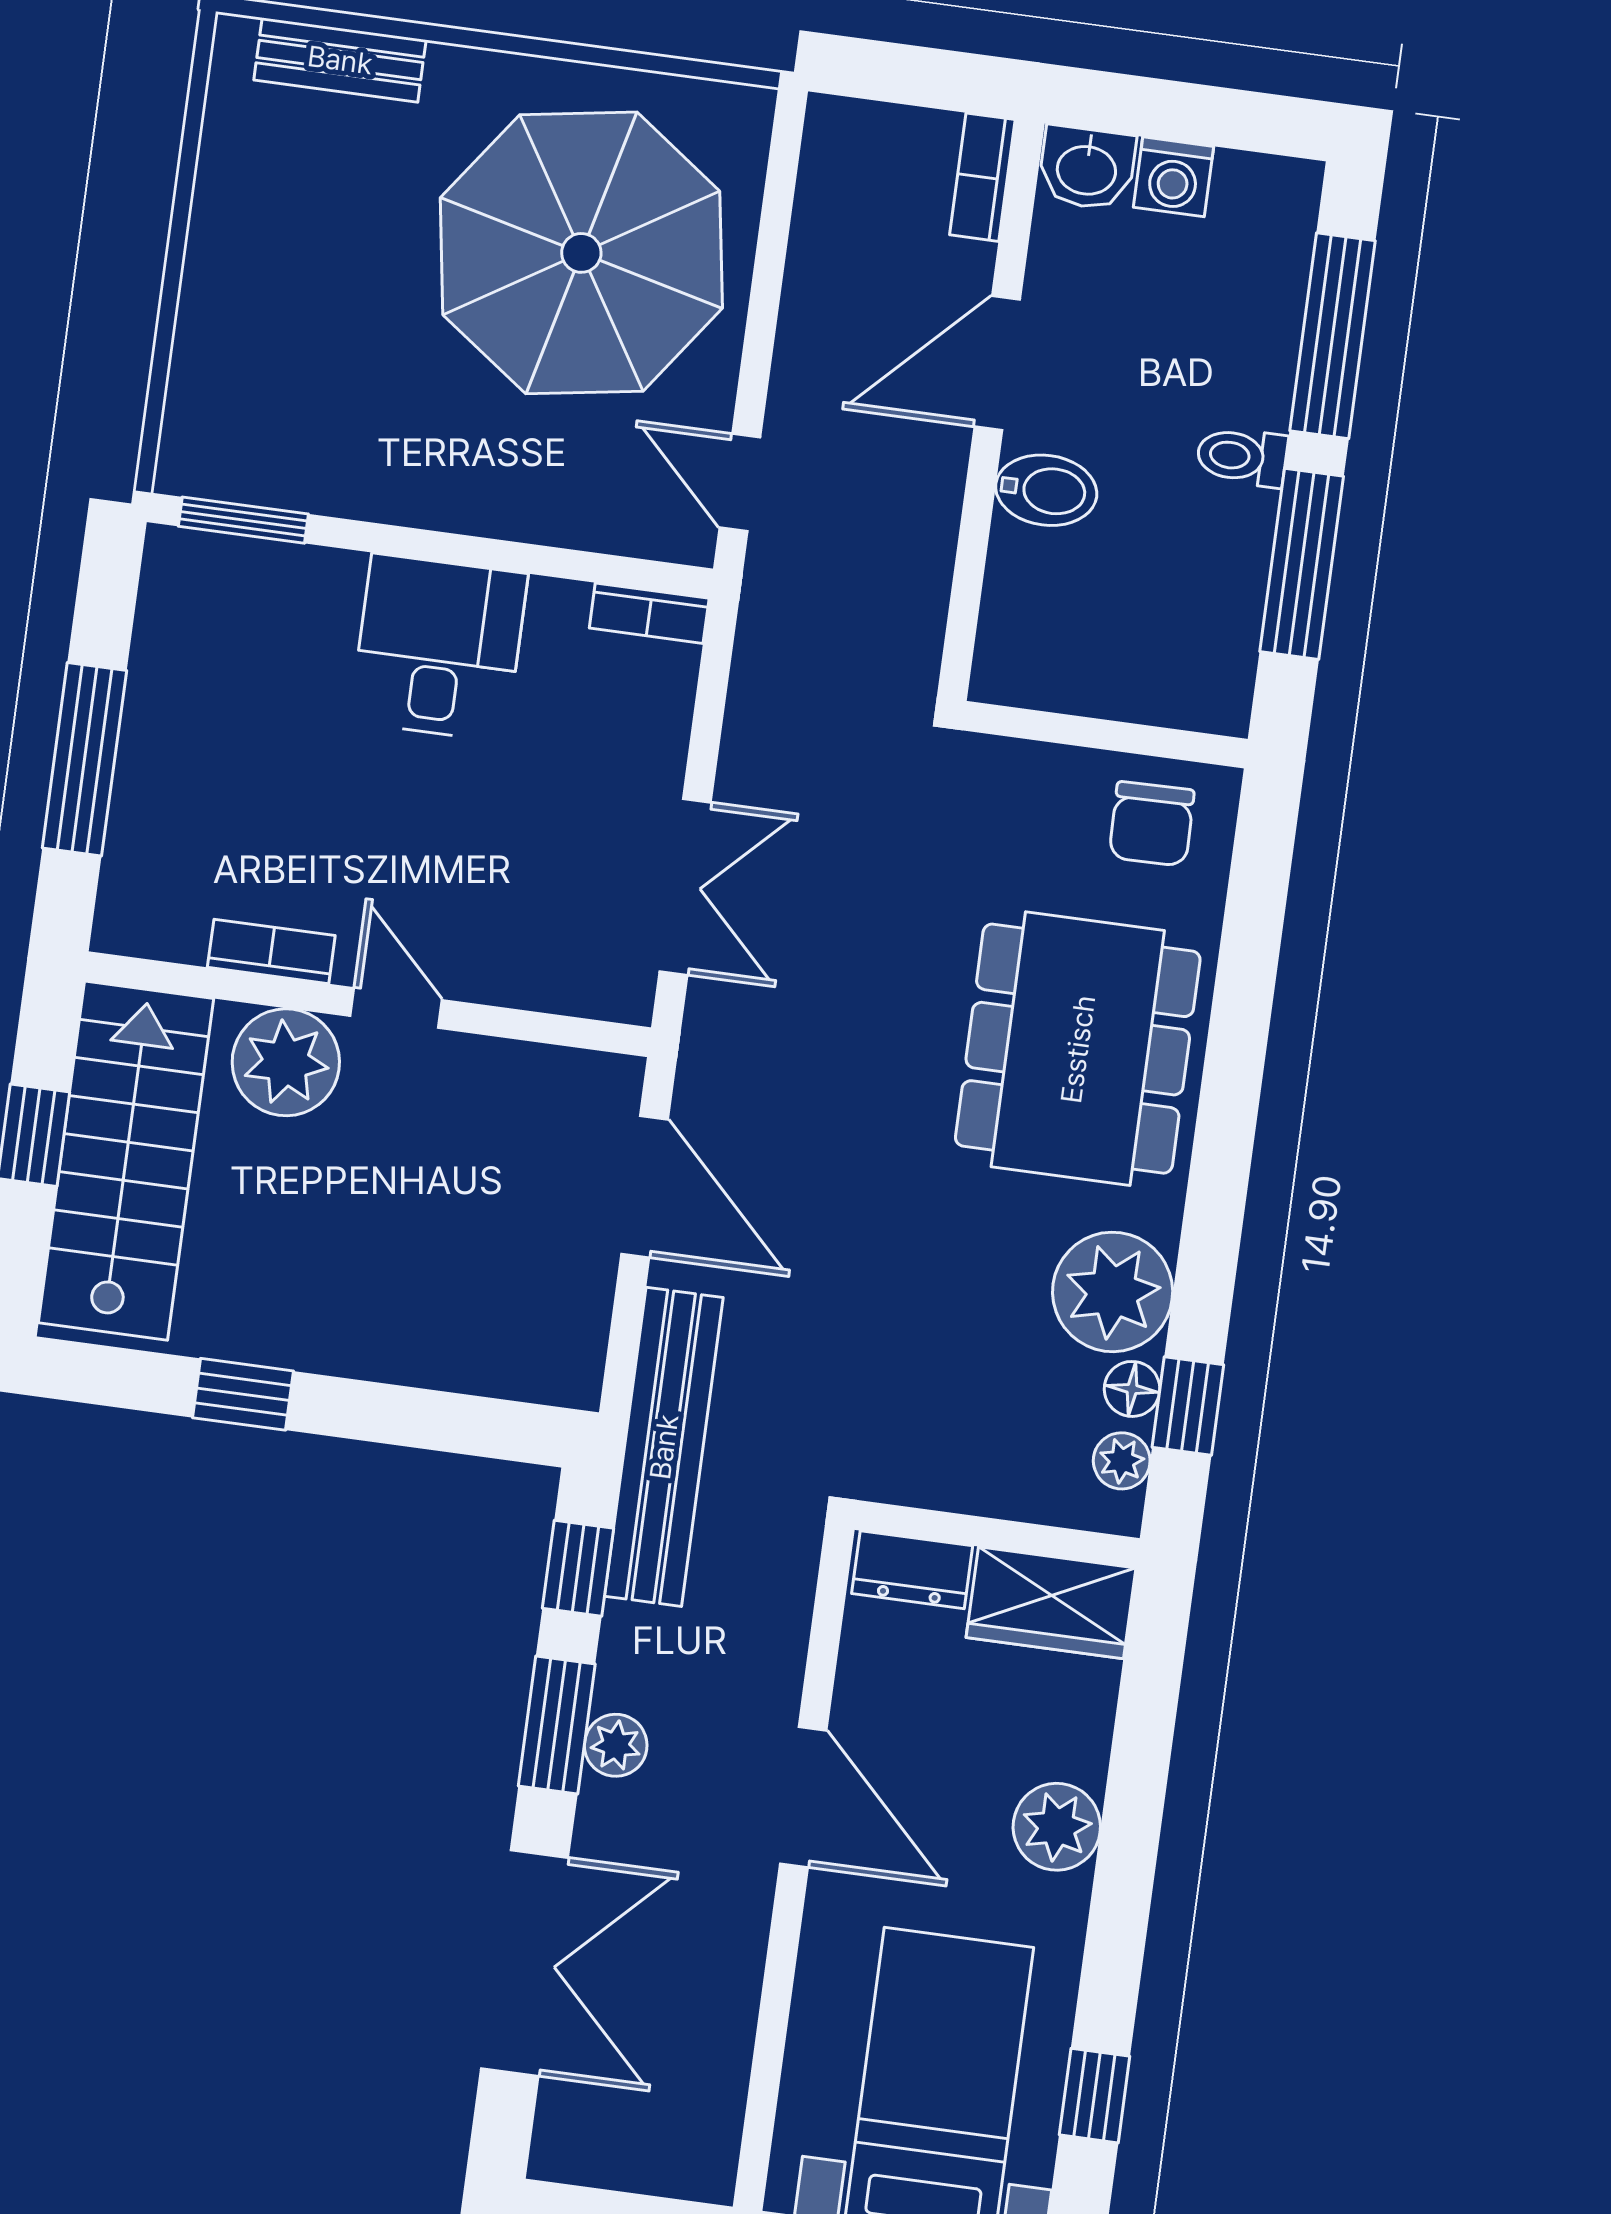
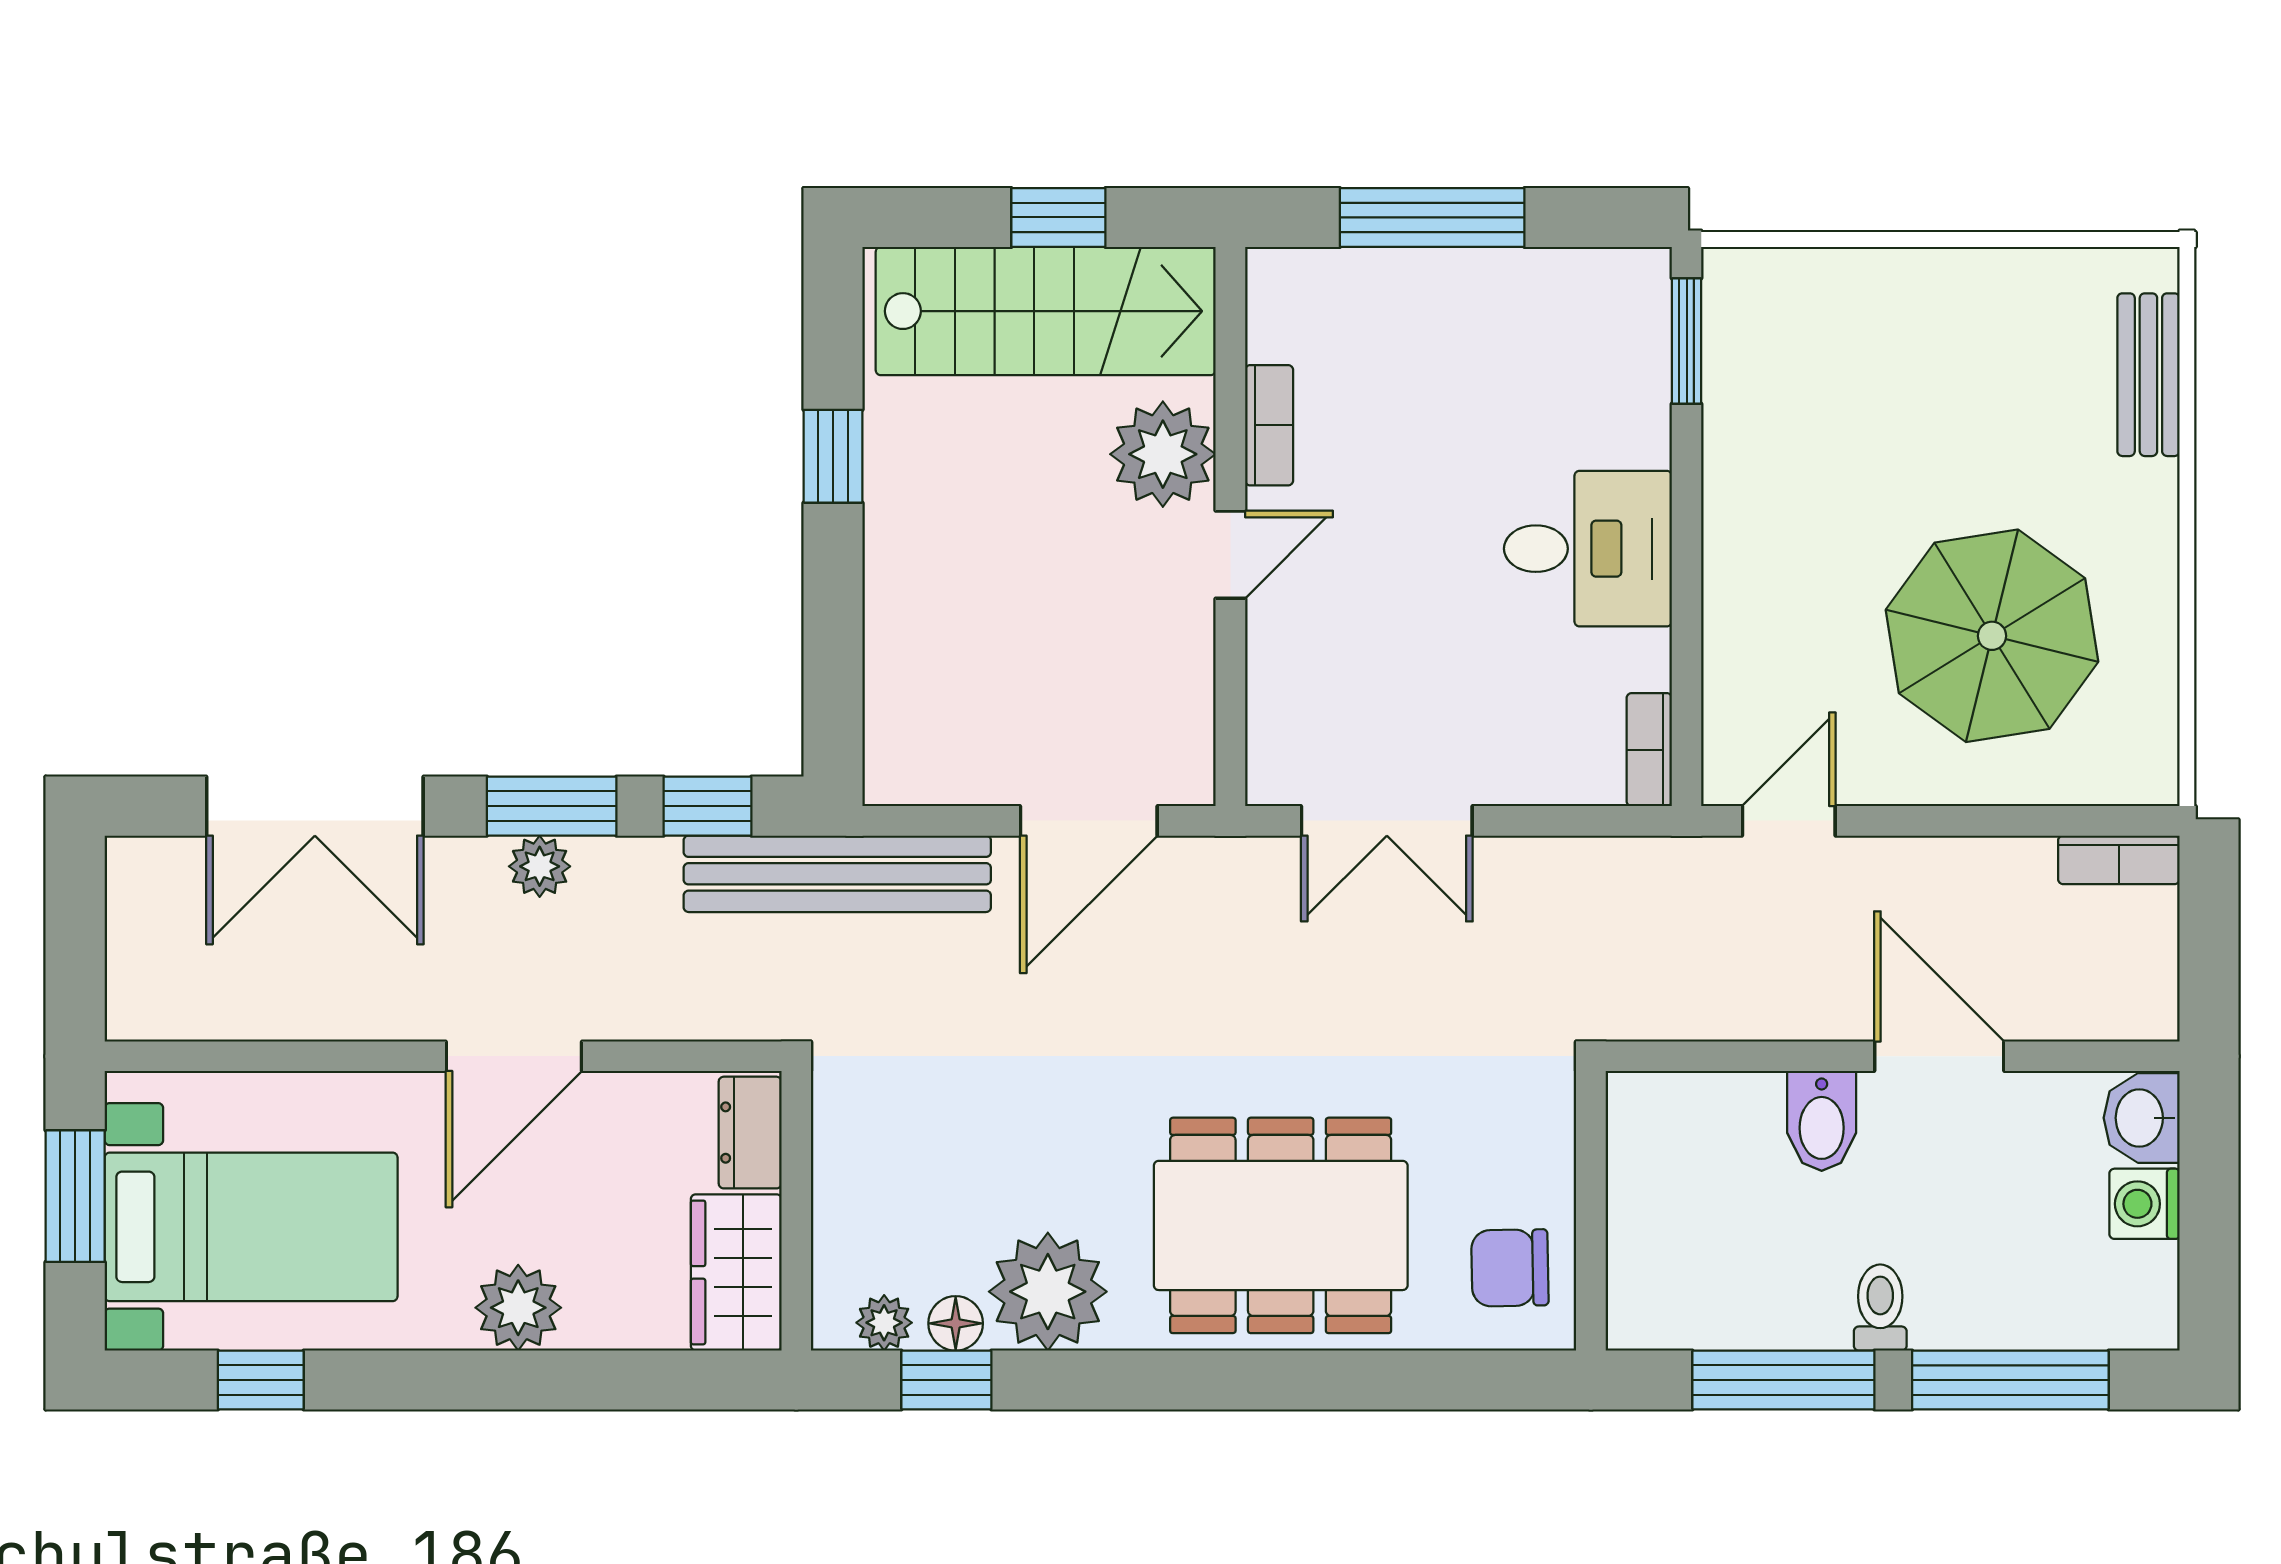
bookcase: (982, 177) -> (2119, 860), moved, turned 180
parasol: (581, 253) -> (1992, 636), width x0.73, depth x0.73

